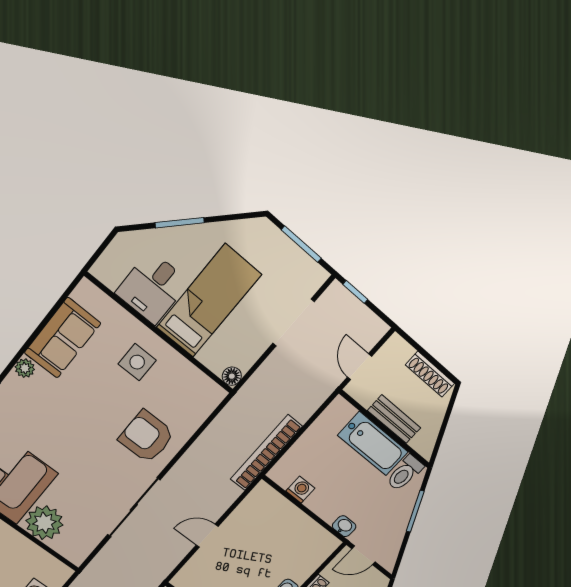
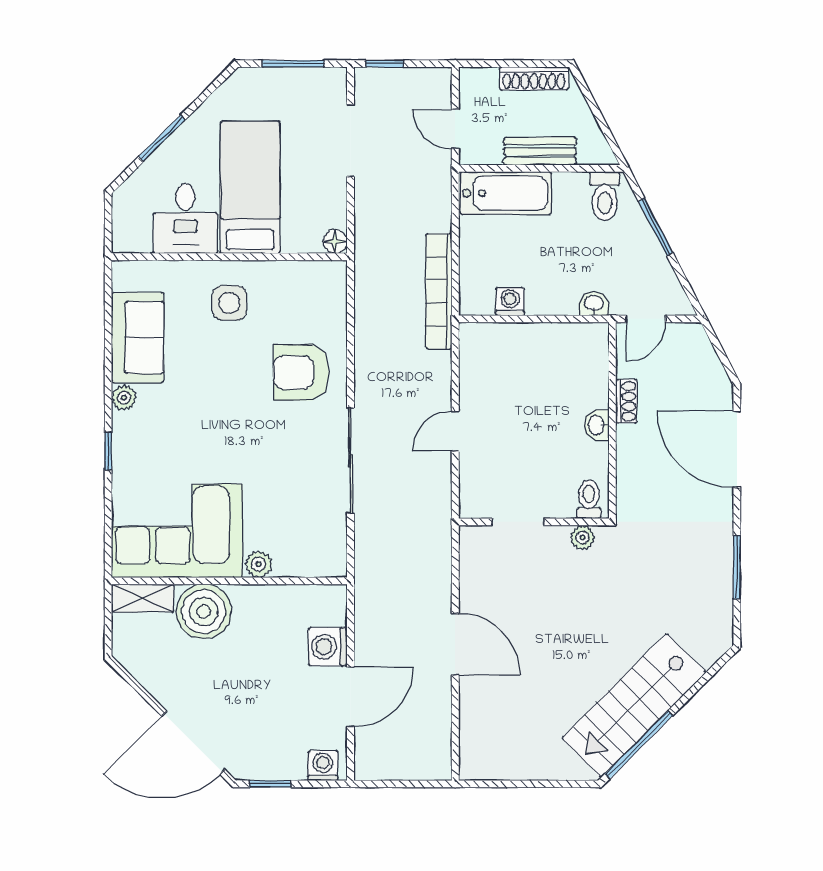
bathtub: (373, 444) -> (506, 193), moved
plant: (44, 523) -> (259, 564), width x0.53, depth x0.53

